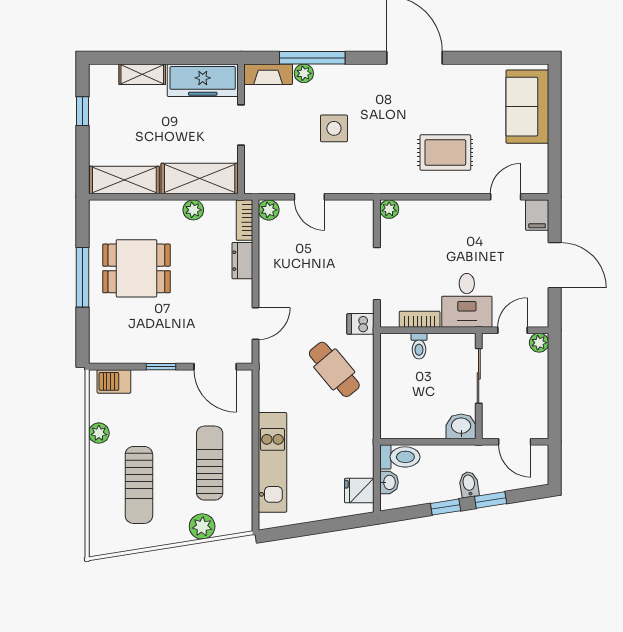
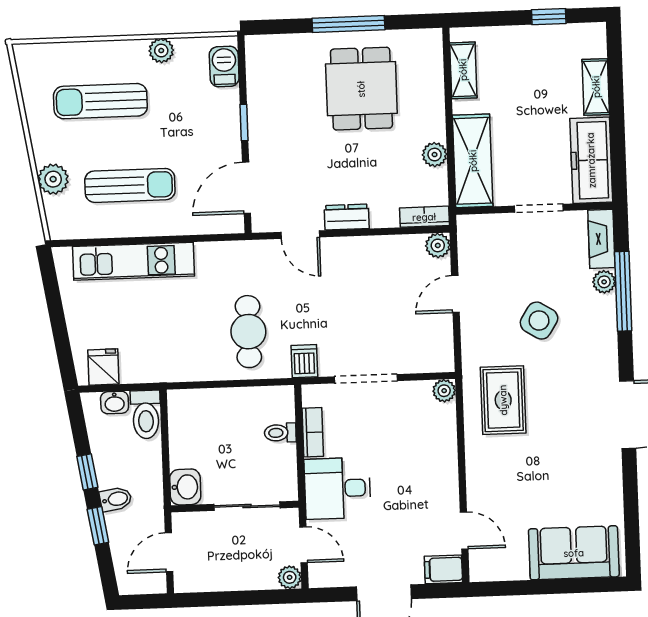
side table: (334, 128) -> (539, 321), turned 32
rug: (445, 152) -> (503, 400), moved
shelving: (124, 180) -> (463, 70), width x0.67, depth x0.75
dresser: (242, 261) -> (347, 217), moved
cafe table: (334, 369) -> (248, 332), turned -50

